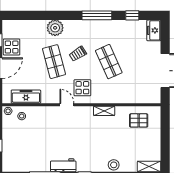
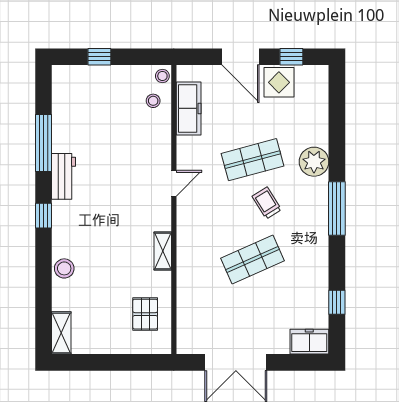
window: (97, 15) -> (337, 208), moved
display table: (82, 88) -> (205, 211), removed

